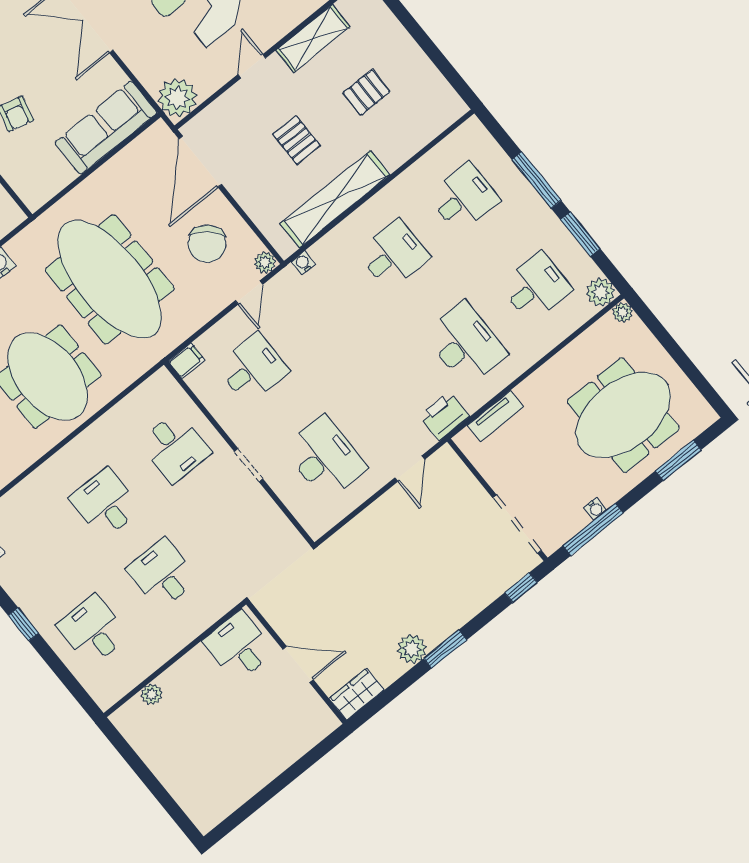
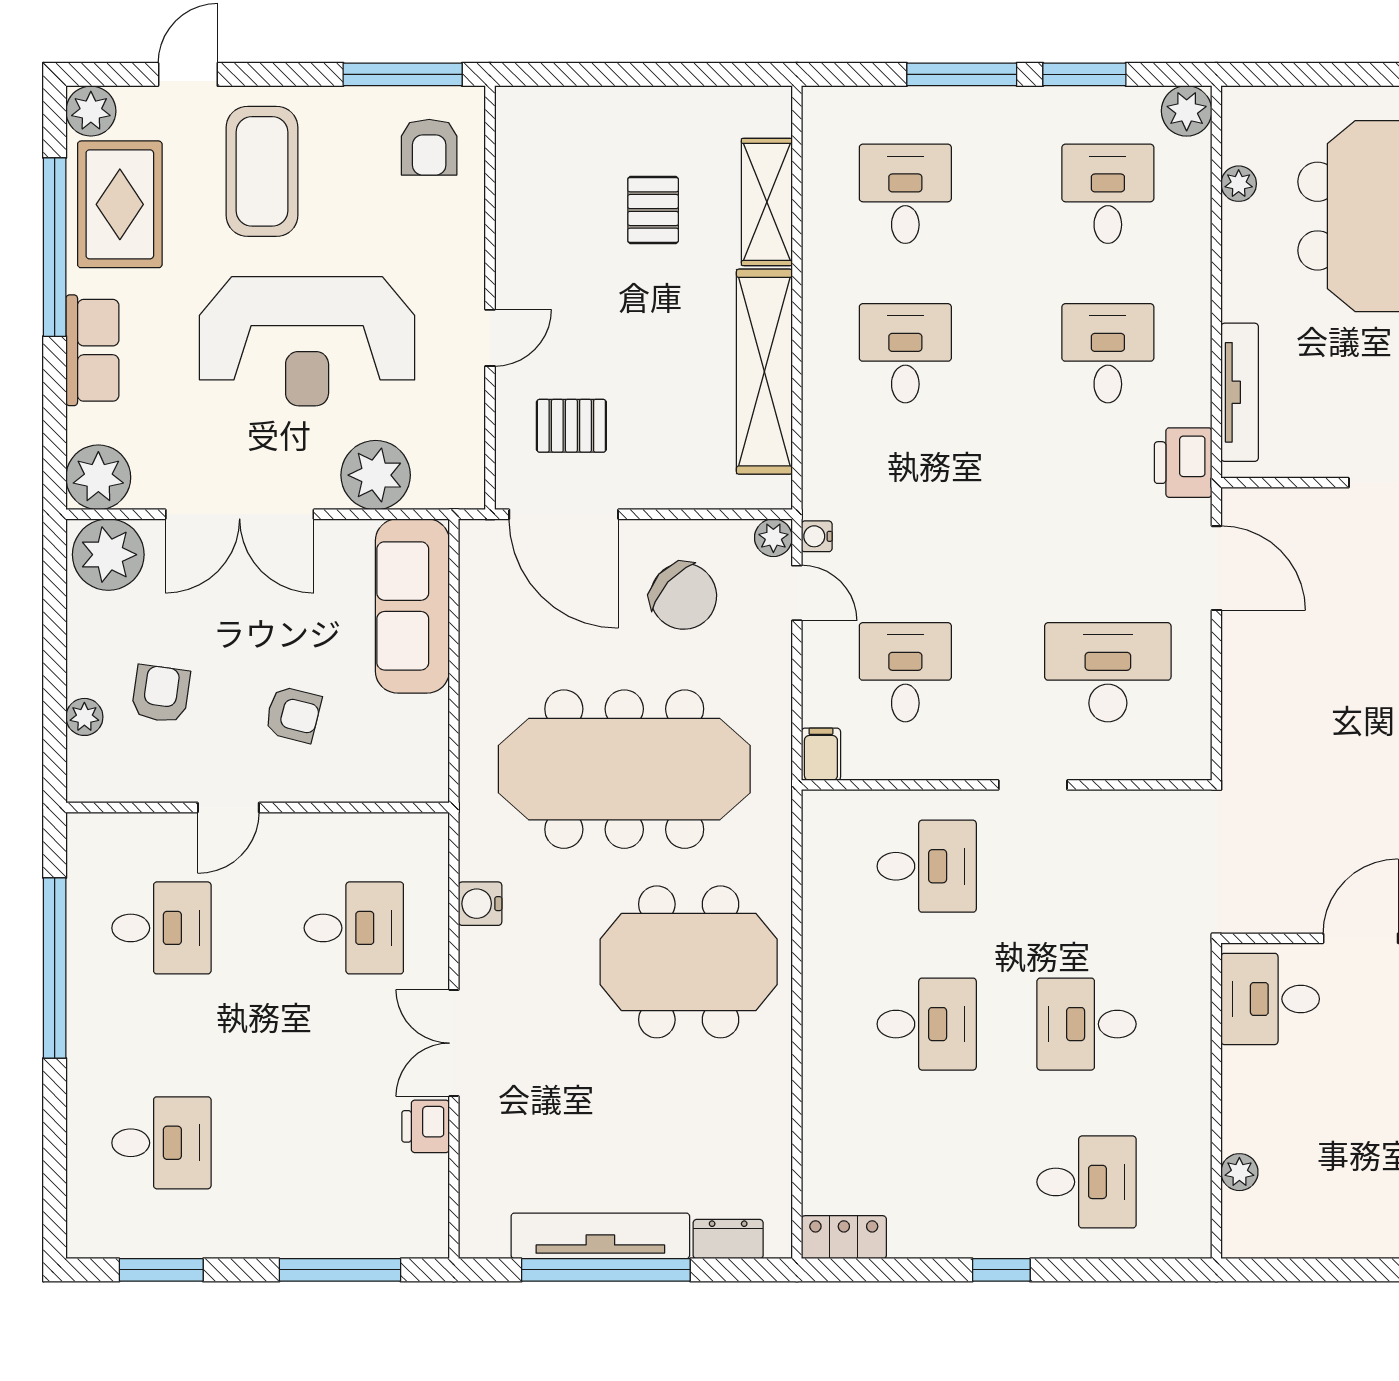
shelving: (313, 39) -> (767, 202), moved
door: (252, 66) -> (490, 338), swing flipped
plant: (177, 98) -> (376, 475), moved
pallet: (296, 140) -> (571, 426), moved
water cooler: (303, 263) -> (817, 536), moved
plant: (623, 313) -> (1239, 184), moved
desk: (466, 344) -> (1108, 353), width x0.73
tv unit: (496, 416) -> (1240, 392), width x1.41
door: (410, 469) -> (1216, 568), width x1.38
desk: (105, 504) -> (927, 1024), turned 180
desk: (93, 631) -> (1087, 1182), turned 180

